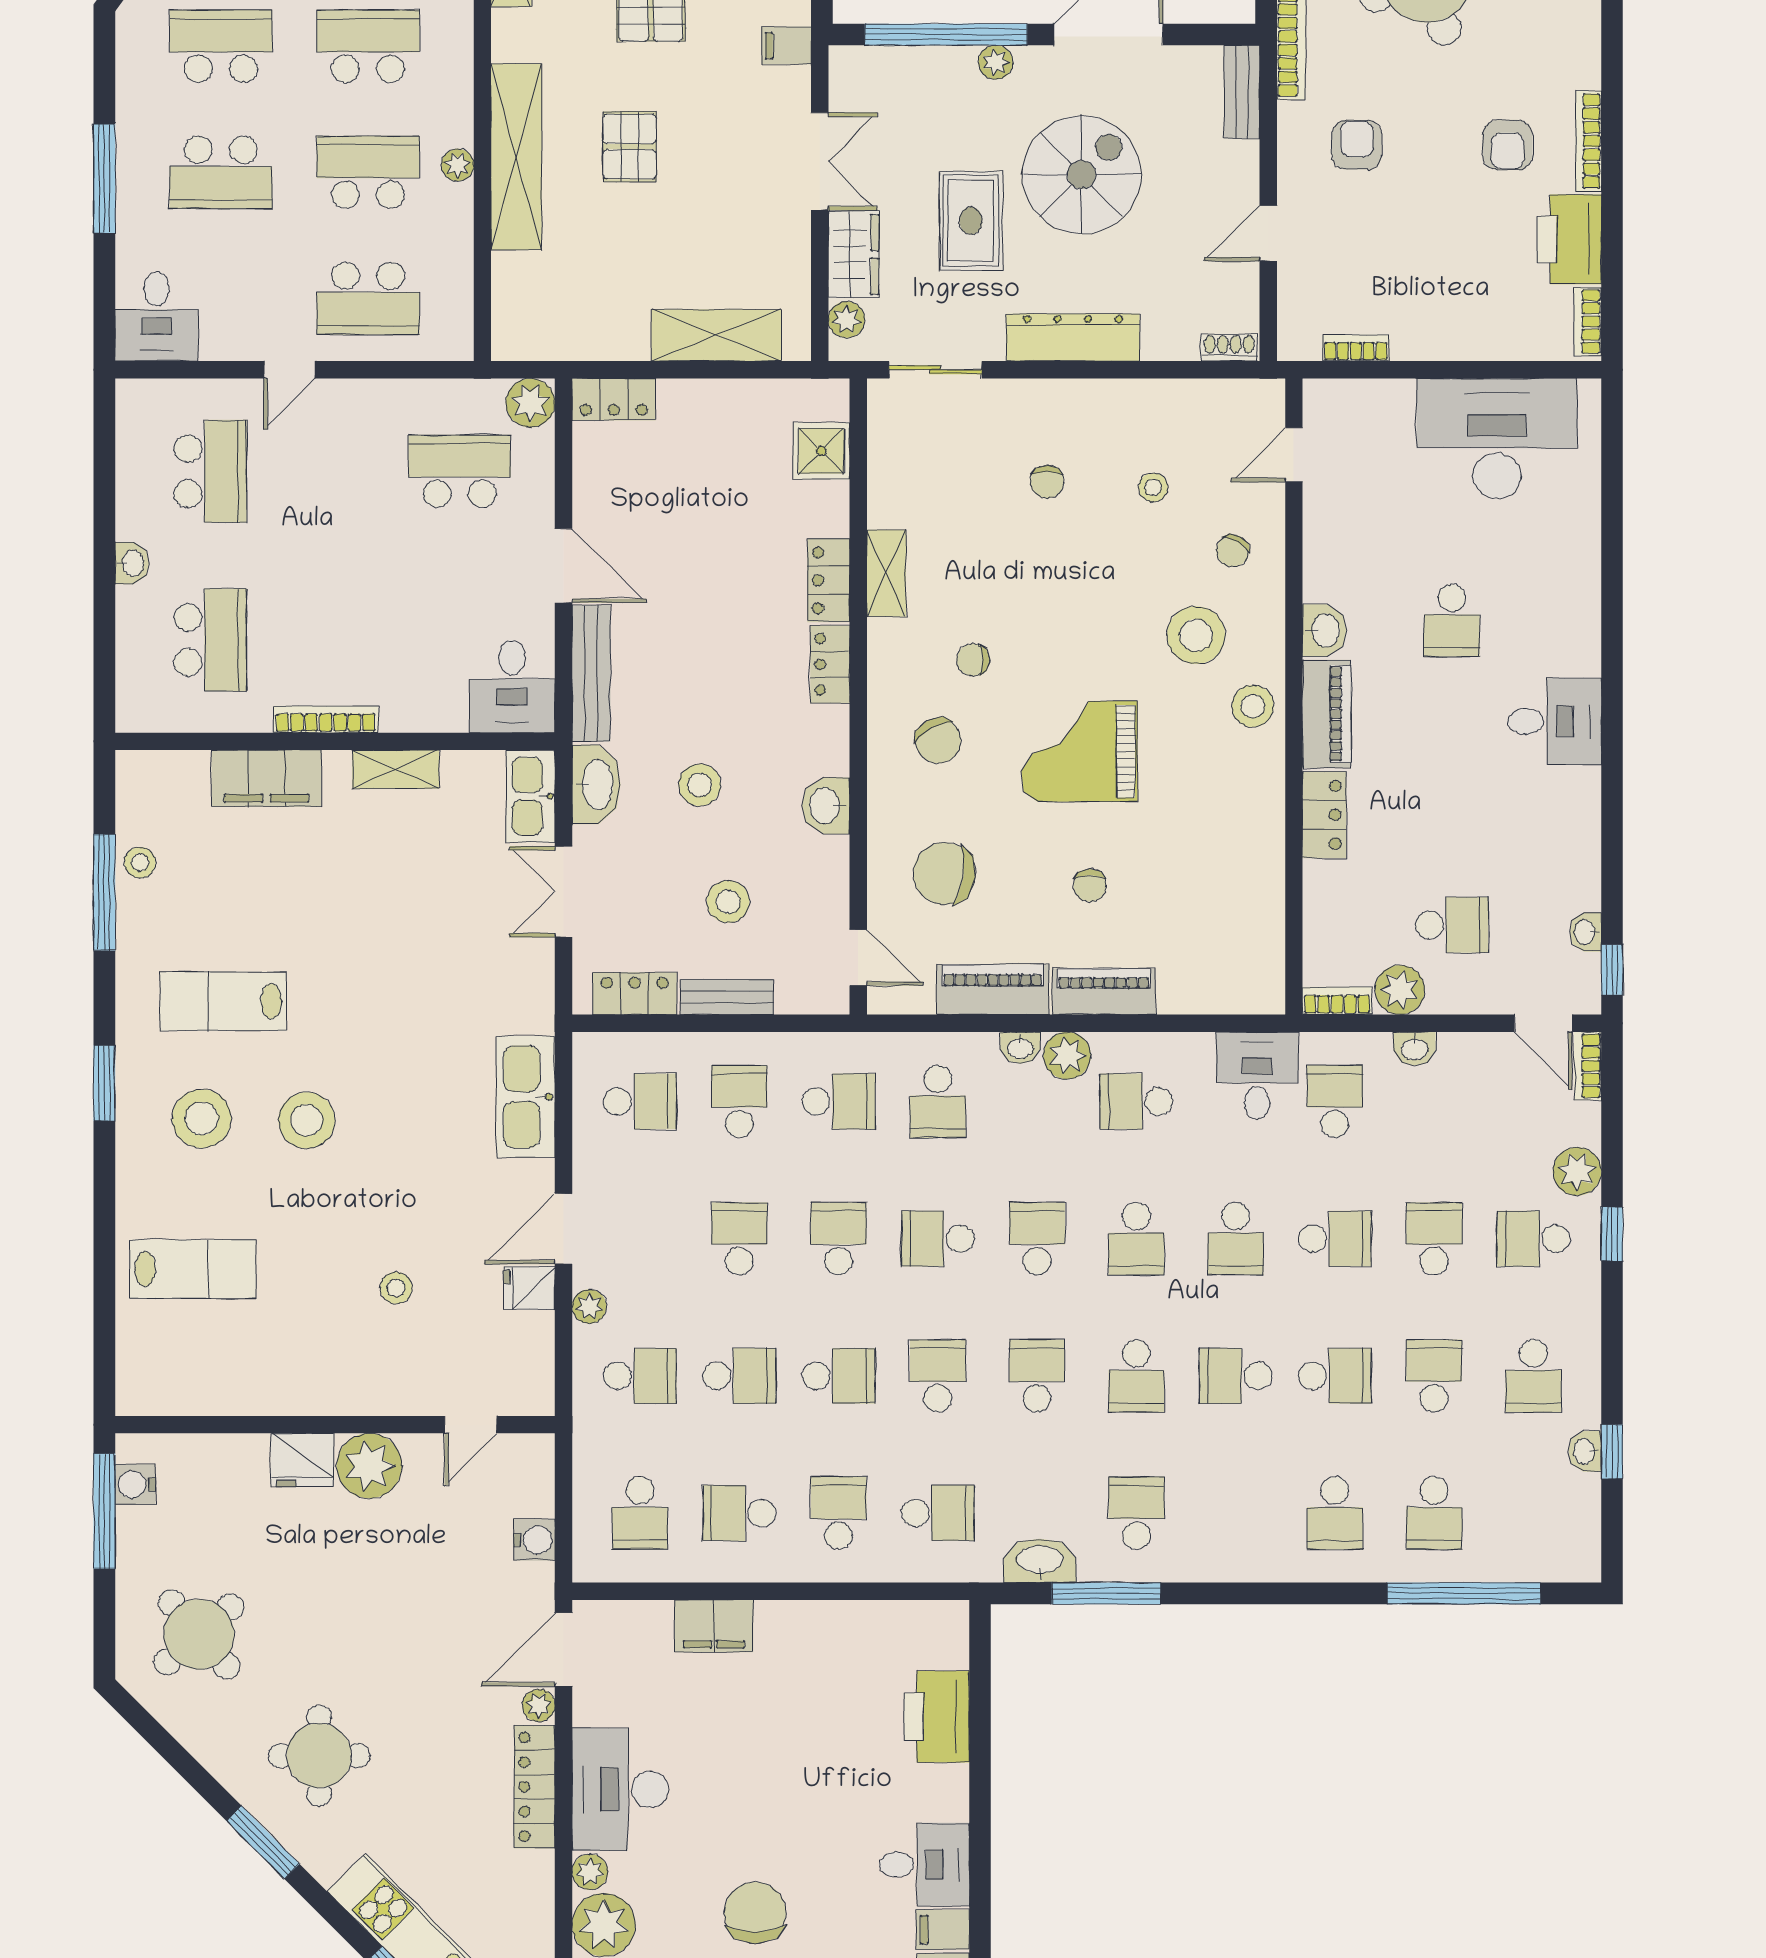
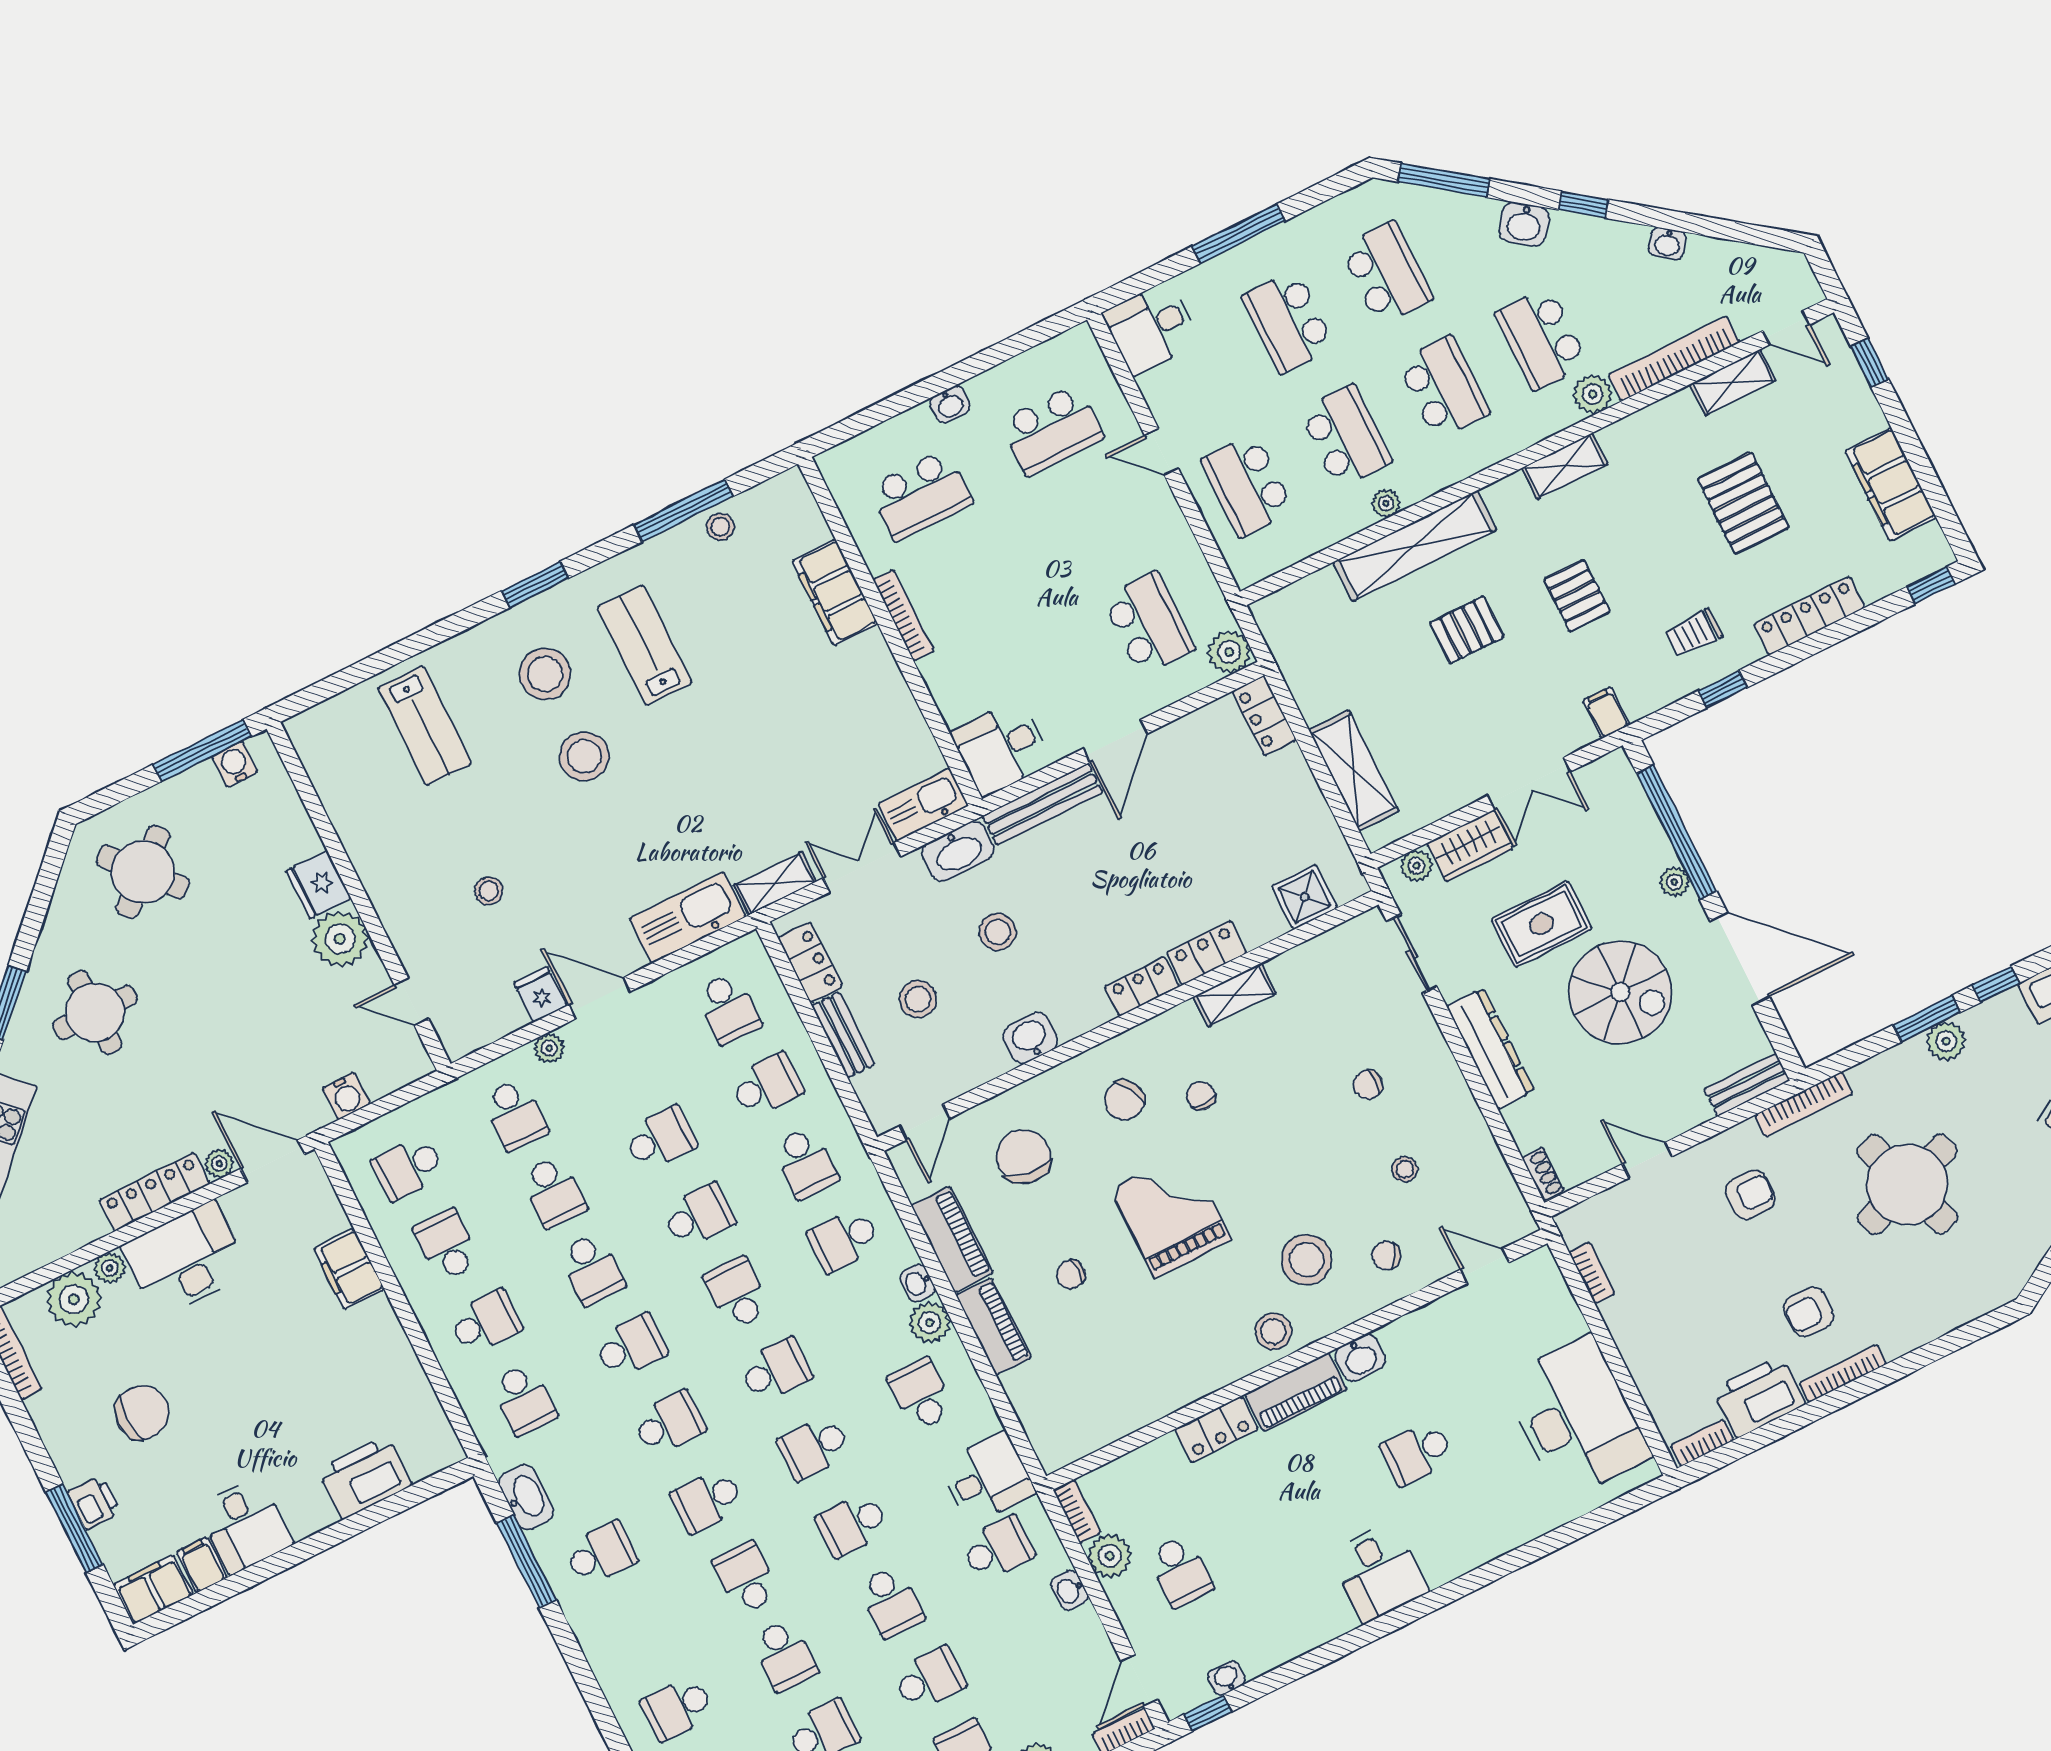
shelving: (396, 769) -> (775, 883), moved, turned 90

